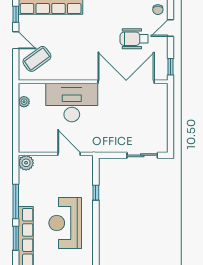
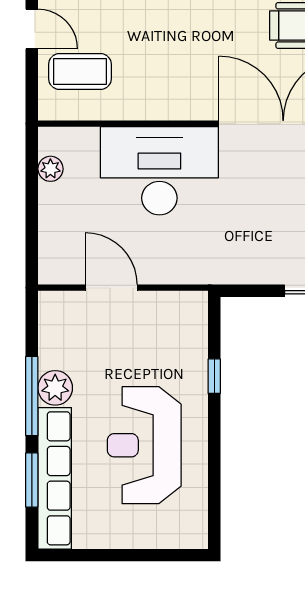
coffee table: (37, 59) -> (80, 71), turned 36
door: (69, 154) -> (111, 288), moved
plant: (26, 163) -> (55, 388), moved

